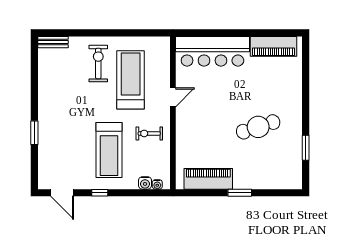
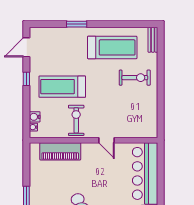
treadmill: (131, 80) -> (112, 47), moved
exercise bike: (149, 133) -> (76, 120), width x1.38, depth x1.39
piano: (208, 179) -> (60, 151), moved, turned 90

